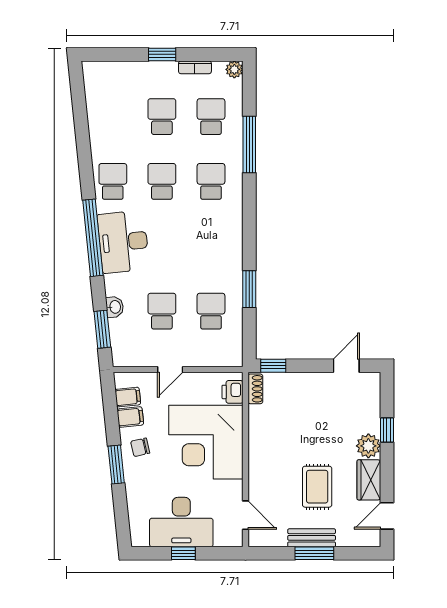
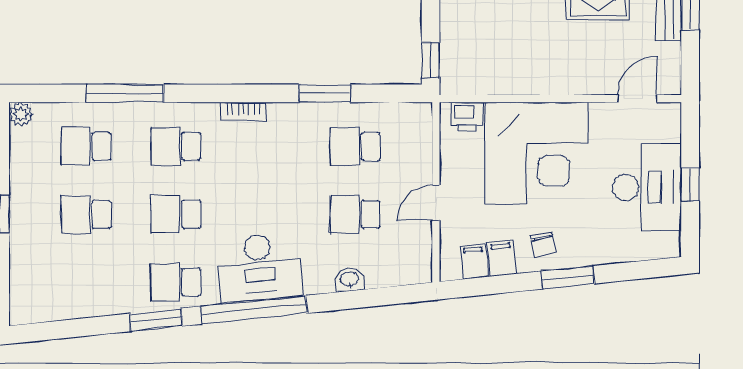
bookcase: (195, 67) -> (243, 111), moved, turned 90
window: (102, 329) -> (156, 320), moved
door: (170, 369) -> (436, 203), swing flipped
shoe rack: (255, 389) -> (463, 85), removed

